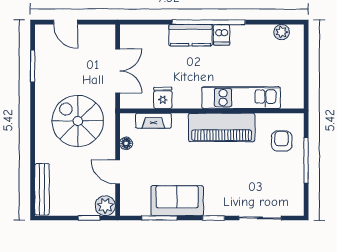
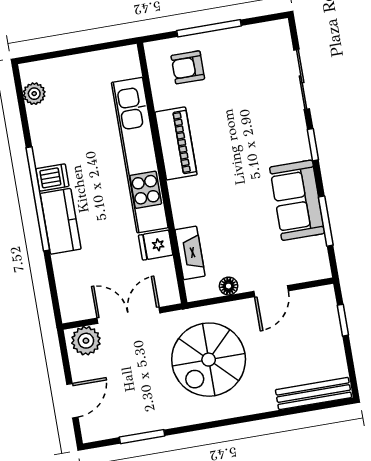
kitchen unit: (241, 98) -> (140, 155), width x1.36
piano: (222, 127) -> (176, 143), width x0.73, depth x0.75
plant: (105, 206) -> (86, 341), moved

